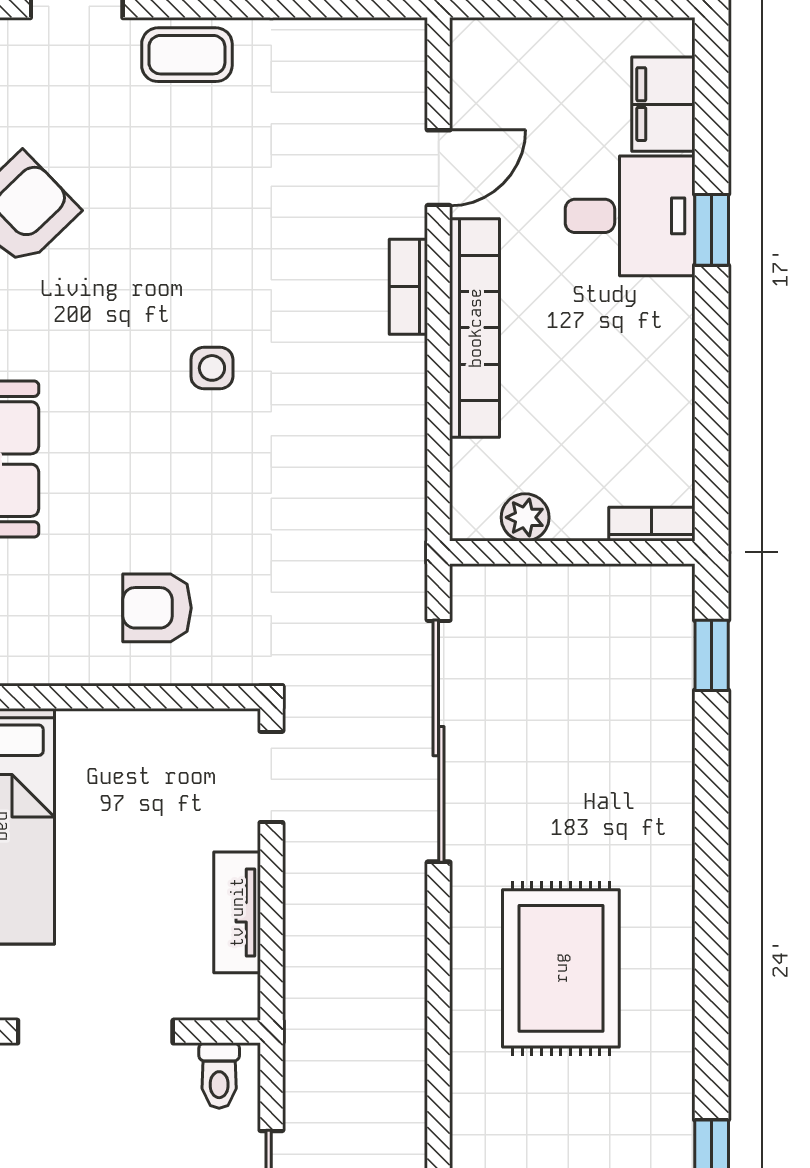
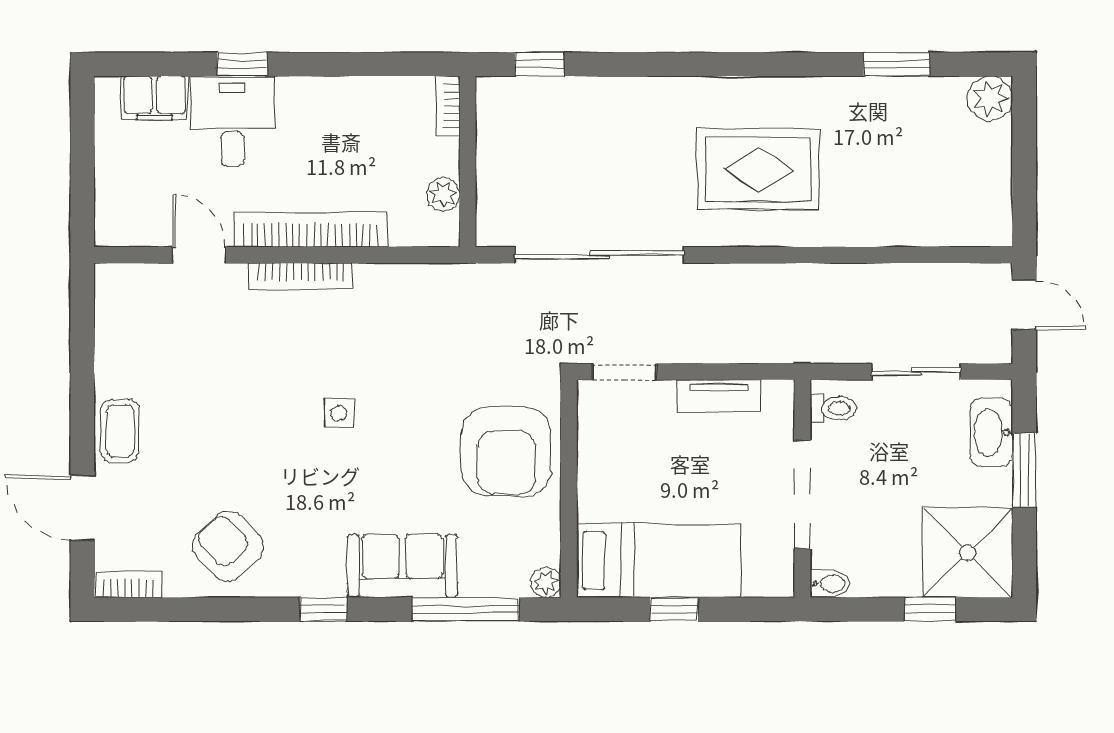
bookcase: (408, 287) -> (301, 276), width x1.56
armchair: (157, 608) -> (506, 452), width x1.88, depth x1.88

